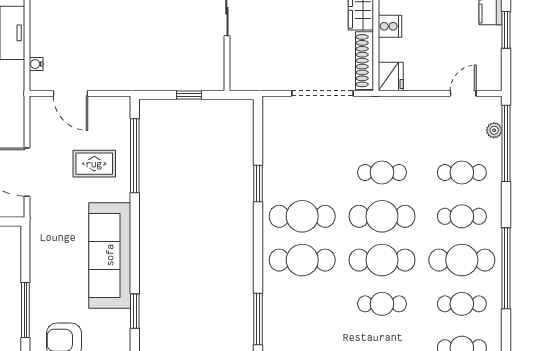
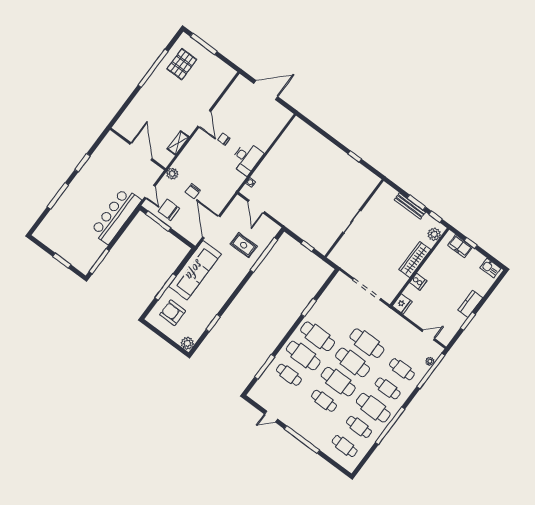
shoe rack: (364, 61) -> (396, 288), removed
cafe table: (382, 173) -> (367, 343), width x1.37, depth x1.35
sofa: (110, 255) -> (195, 270), moved, turned 180
cafe table: (302, 304) -> (289, 375), added

